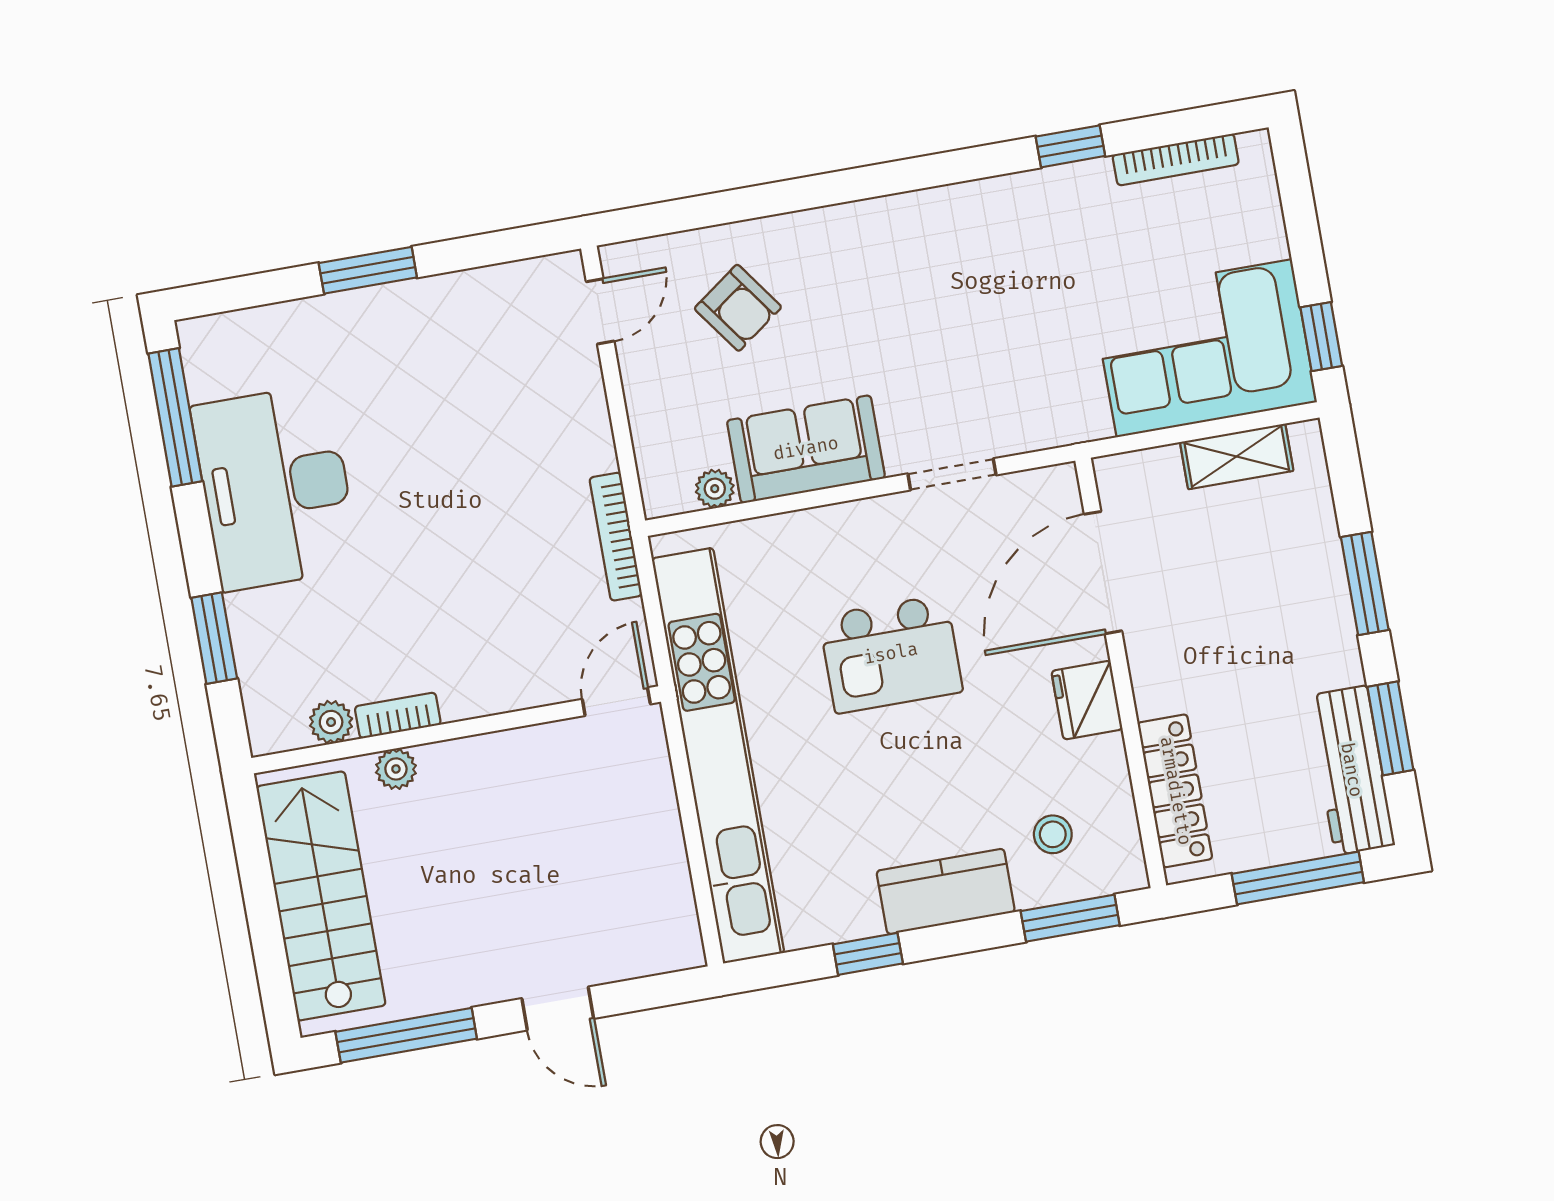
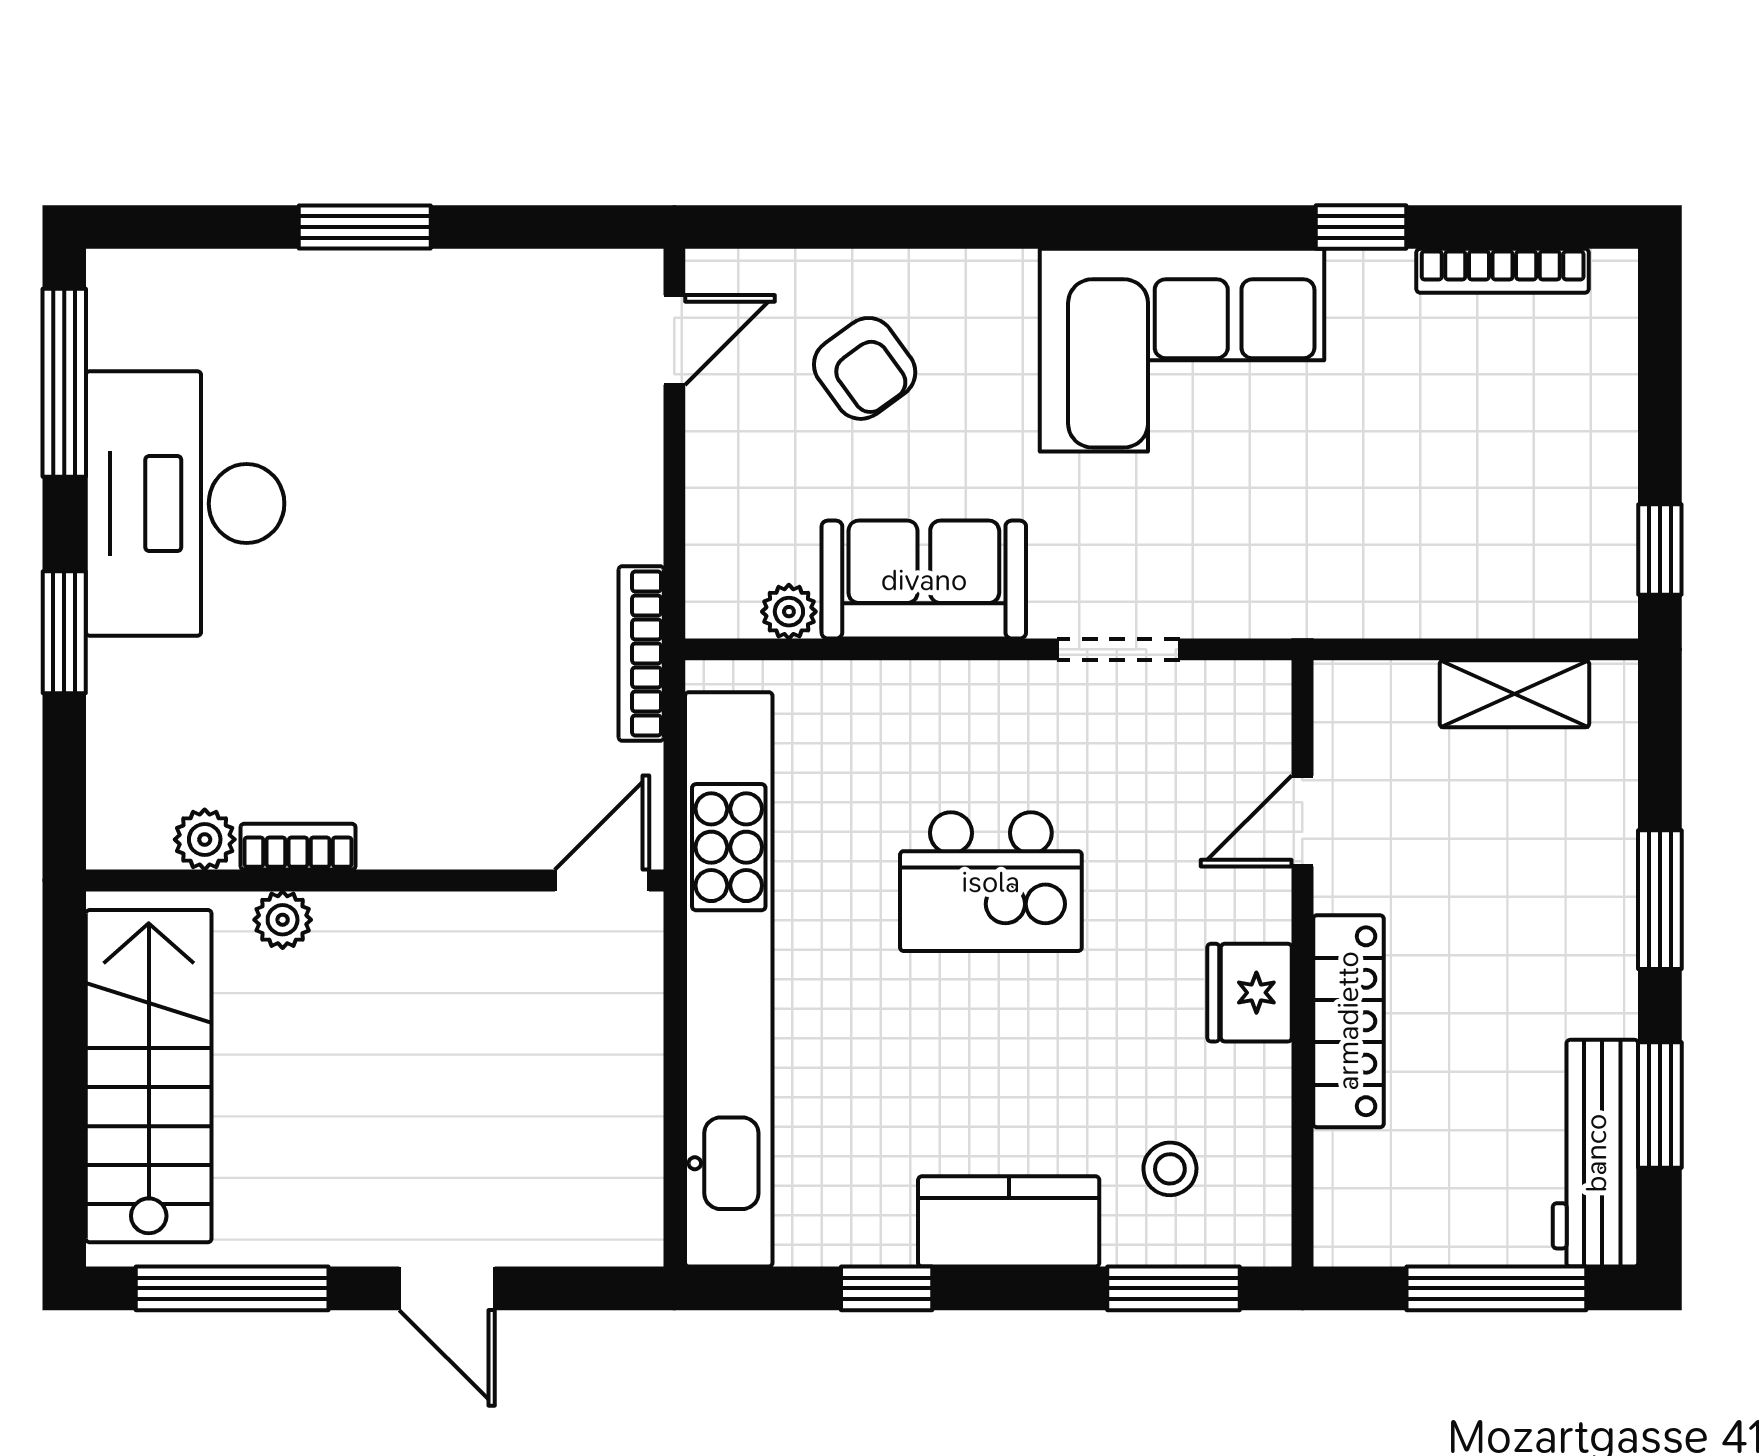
corner sofa: (1204, 348) -> (1182, 350), moved, turned 180
door: (1103, 573) -> (1302, 821), width x0.53
window: (214, 638) -> (64, 632), moved
locker: (1175, 791) -> (1348, 1021), moved

